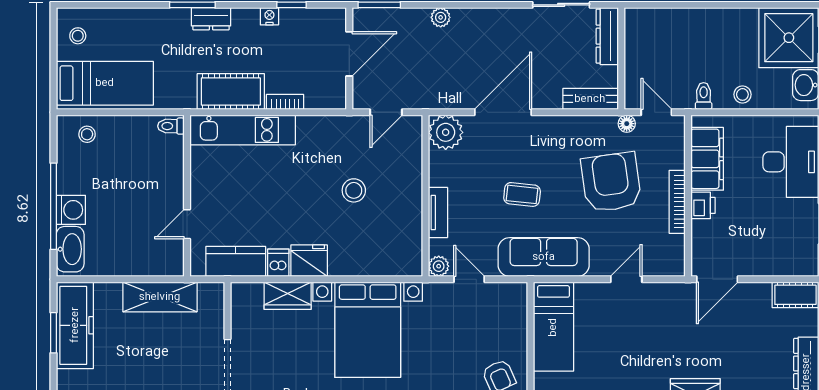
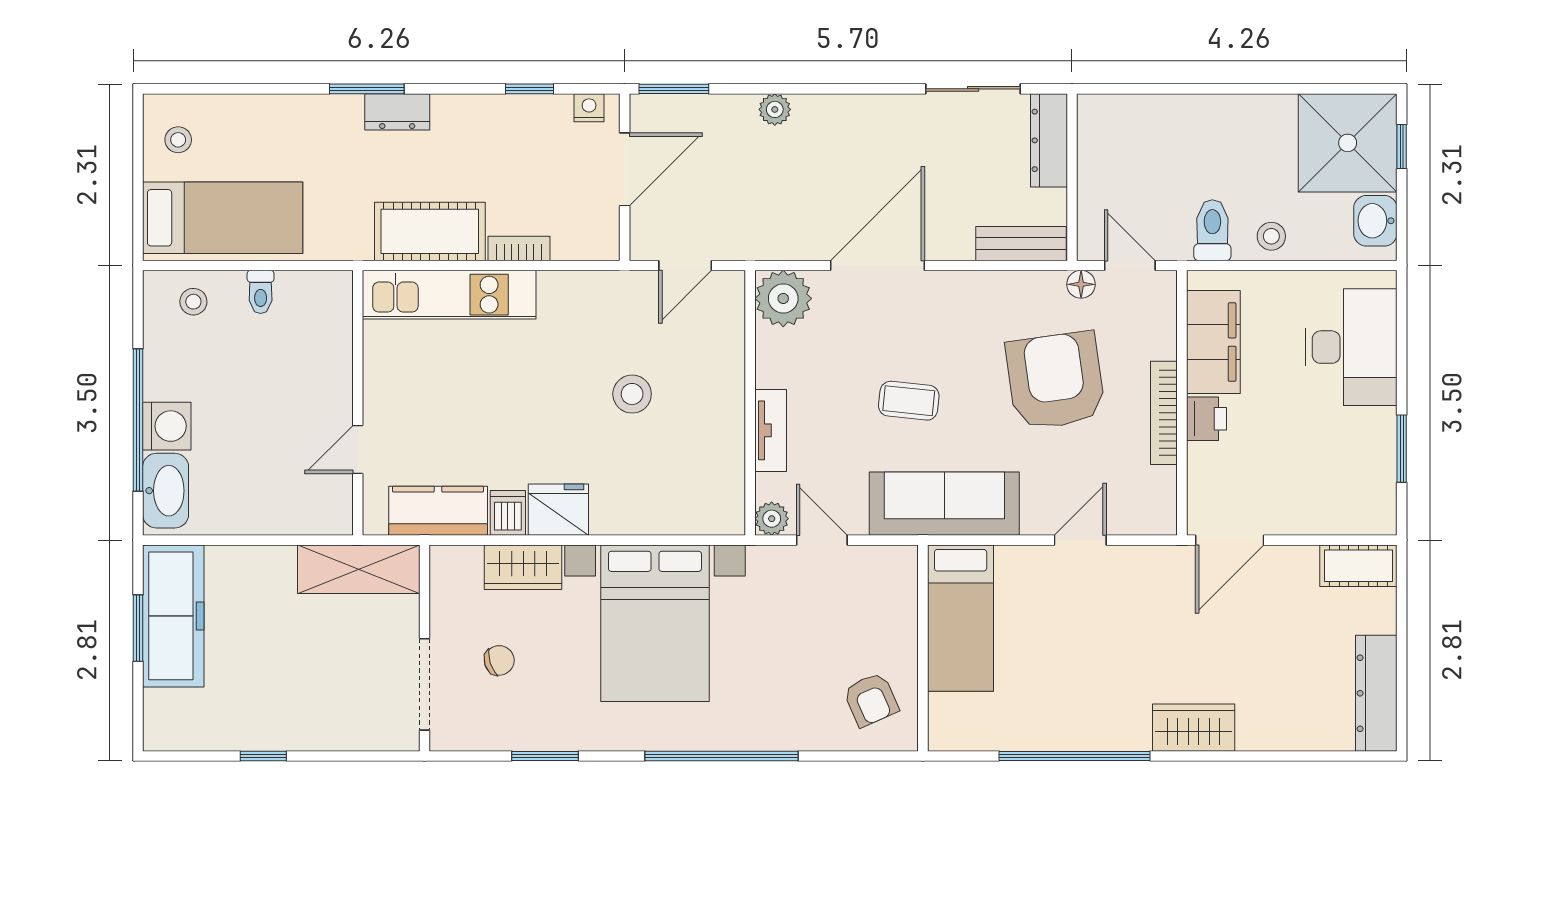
nightstand: (269, 16) -> (589, 108), moved
toilet: (704, 96) -> (1212, 230), width x1.37, depth x1.39
toilet: (171, 126) -> (261, 292), moved, turned -90
shelving: (160, 297) -> (359, 569), moved
chair: (273, 352) -> (499, 660), added

